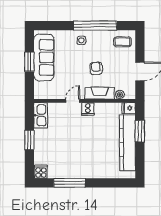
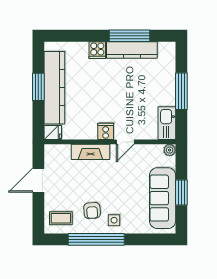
armchair: (96, 68) -> (92, 211), moved
plant: (120, 95) -> (170, 150), moved
window: (140, 131) -> (38, 87), moved
window: (29, 140) -> (181, 91), width x1.44
cooker: (41, 172) -> (97, 50), moved
kitchen counter: (68, 172) -> (132, 50), added

